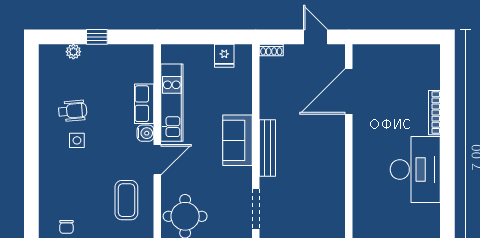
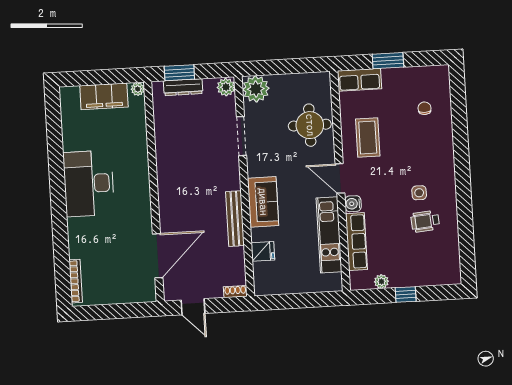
plant: (73, 52) -> (381, 282), moved
fridge: (224, 56) -> (263, 251), moved, turned 90
row of seats: (144, 104) -> (356, 242), width x1.48
bookcase: (434, 113) -> (76, 281), moved
bench: (267, 148) -> (235, 219), moved
door: (157, 160) -> (340, 178), hinge flipped

